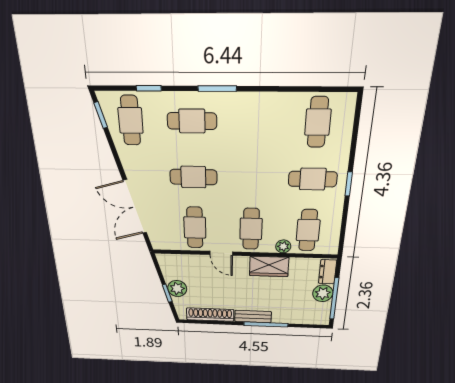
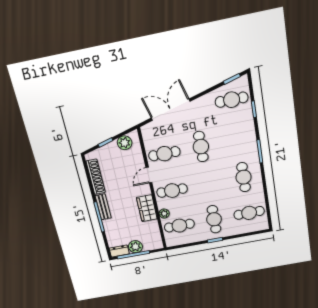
cafe table: (192, 121) -> (244, 177), moved
dresser: (328, 272) -> (119, 251), moved
plant: (177, 288) -> (125, 143), moved

